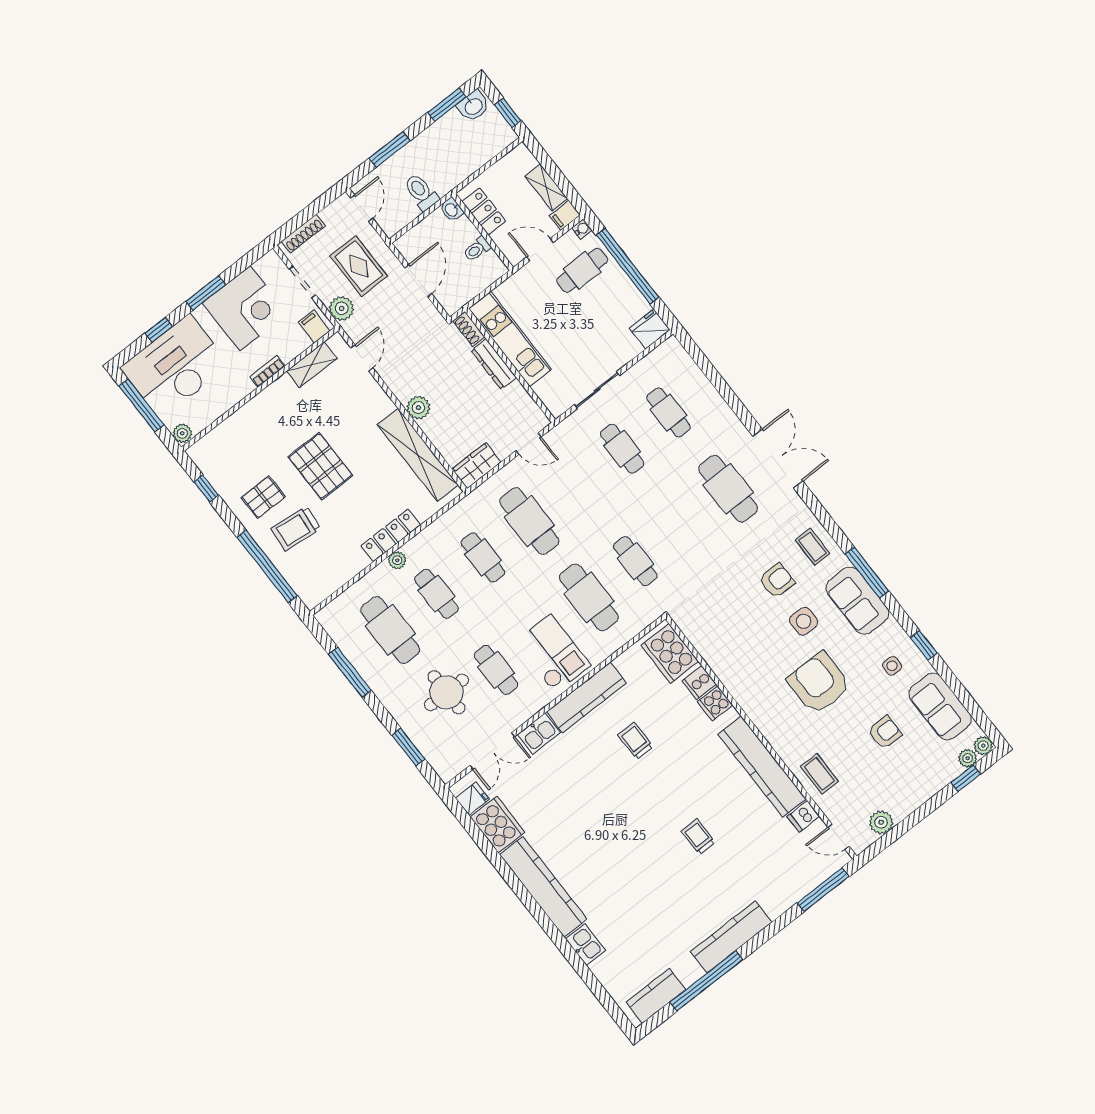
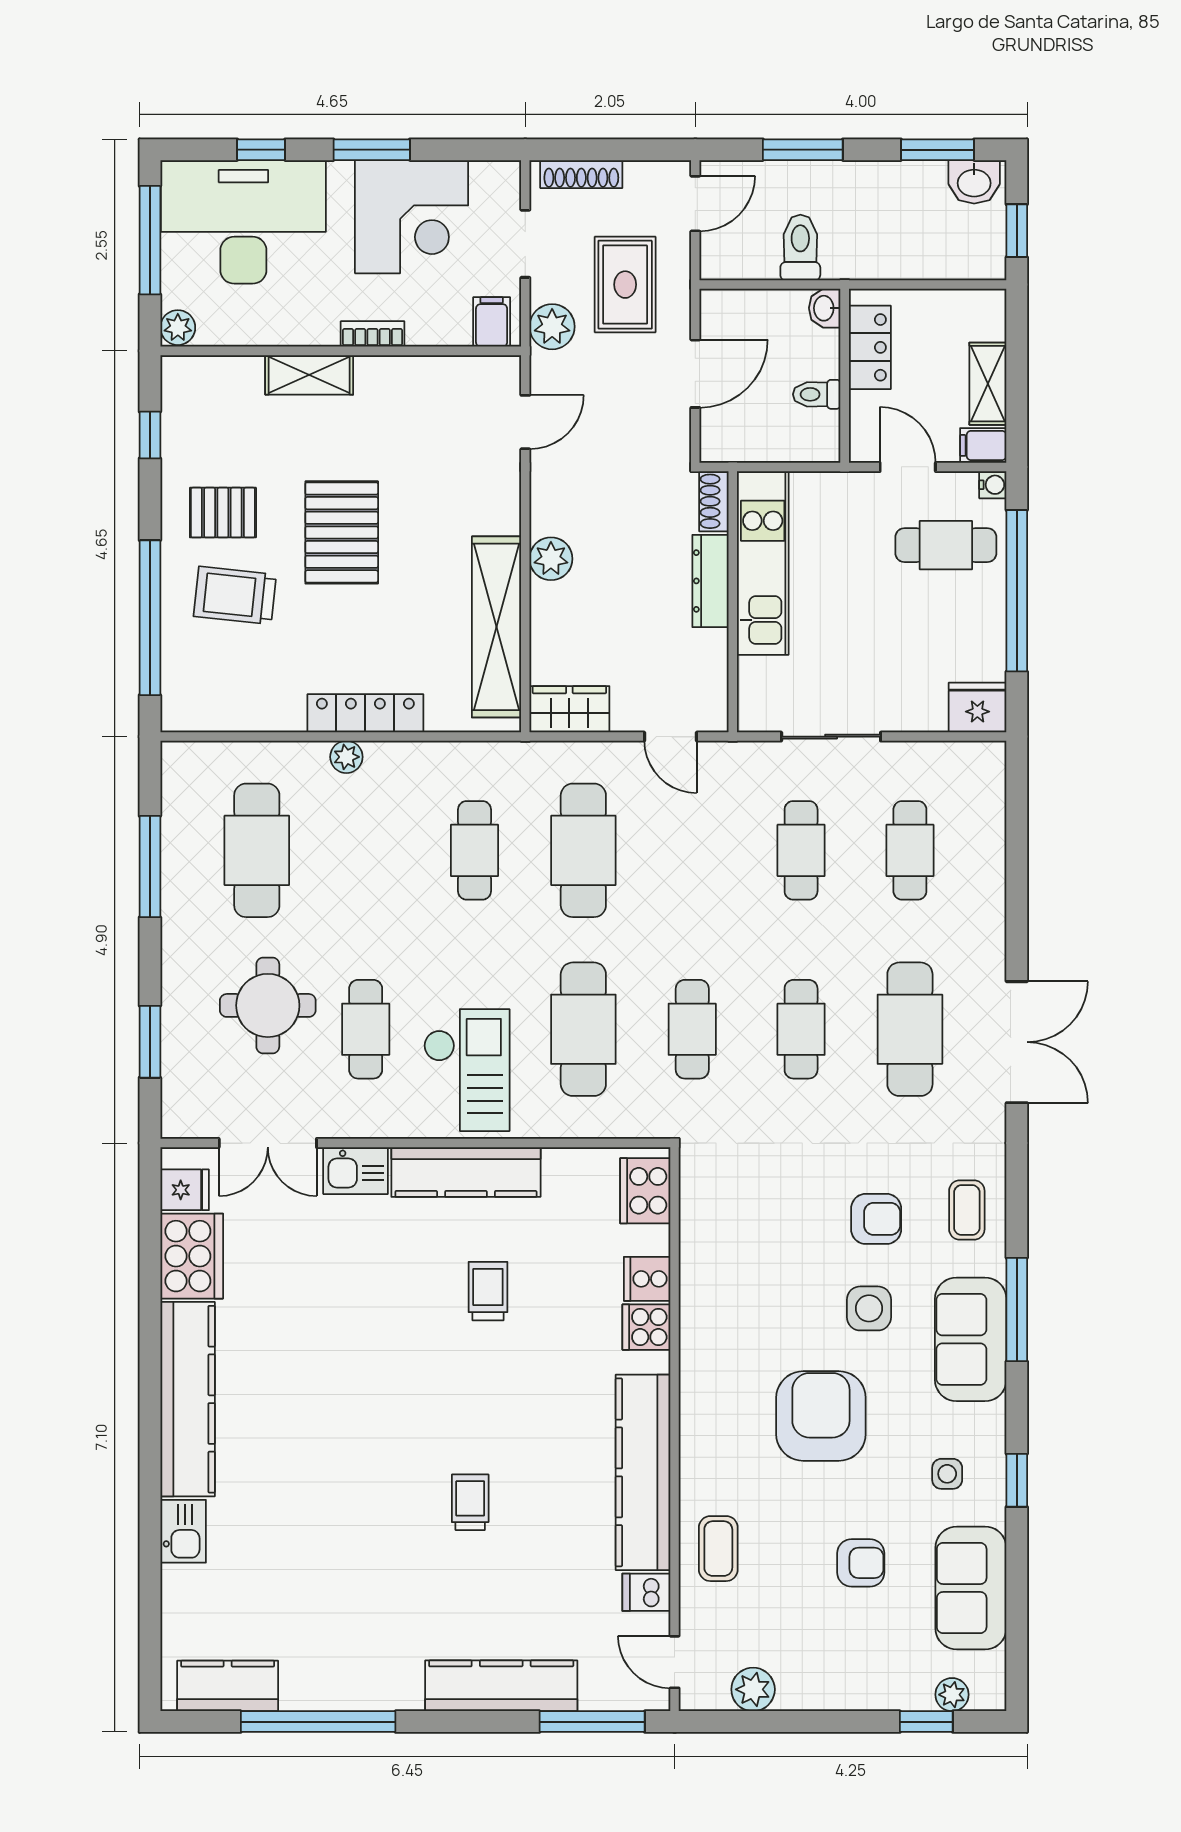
shelving: (312, 365) -> (309, 375), moved
cafe table: (437, 594) -> (801, 1029), moved
cooker: (670, 653) -> (645, 1191), width x0.73, depth x0.76
plant: (983, 746) -> (989, 1694), removed
kitchen counter: (731, 937) -> (501, 1686), moved

